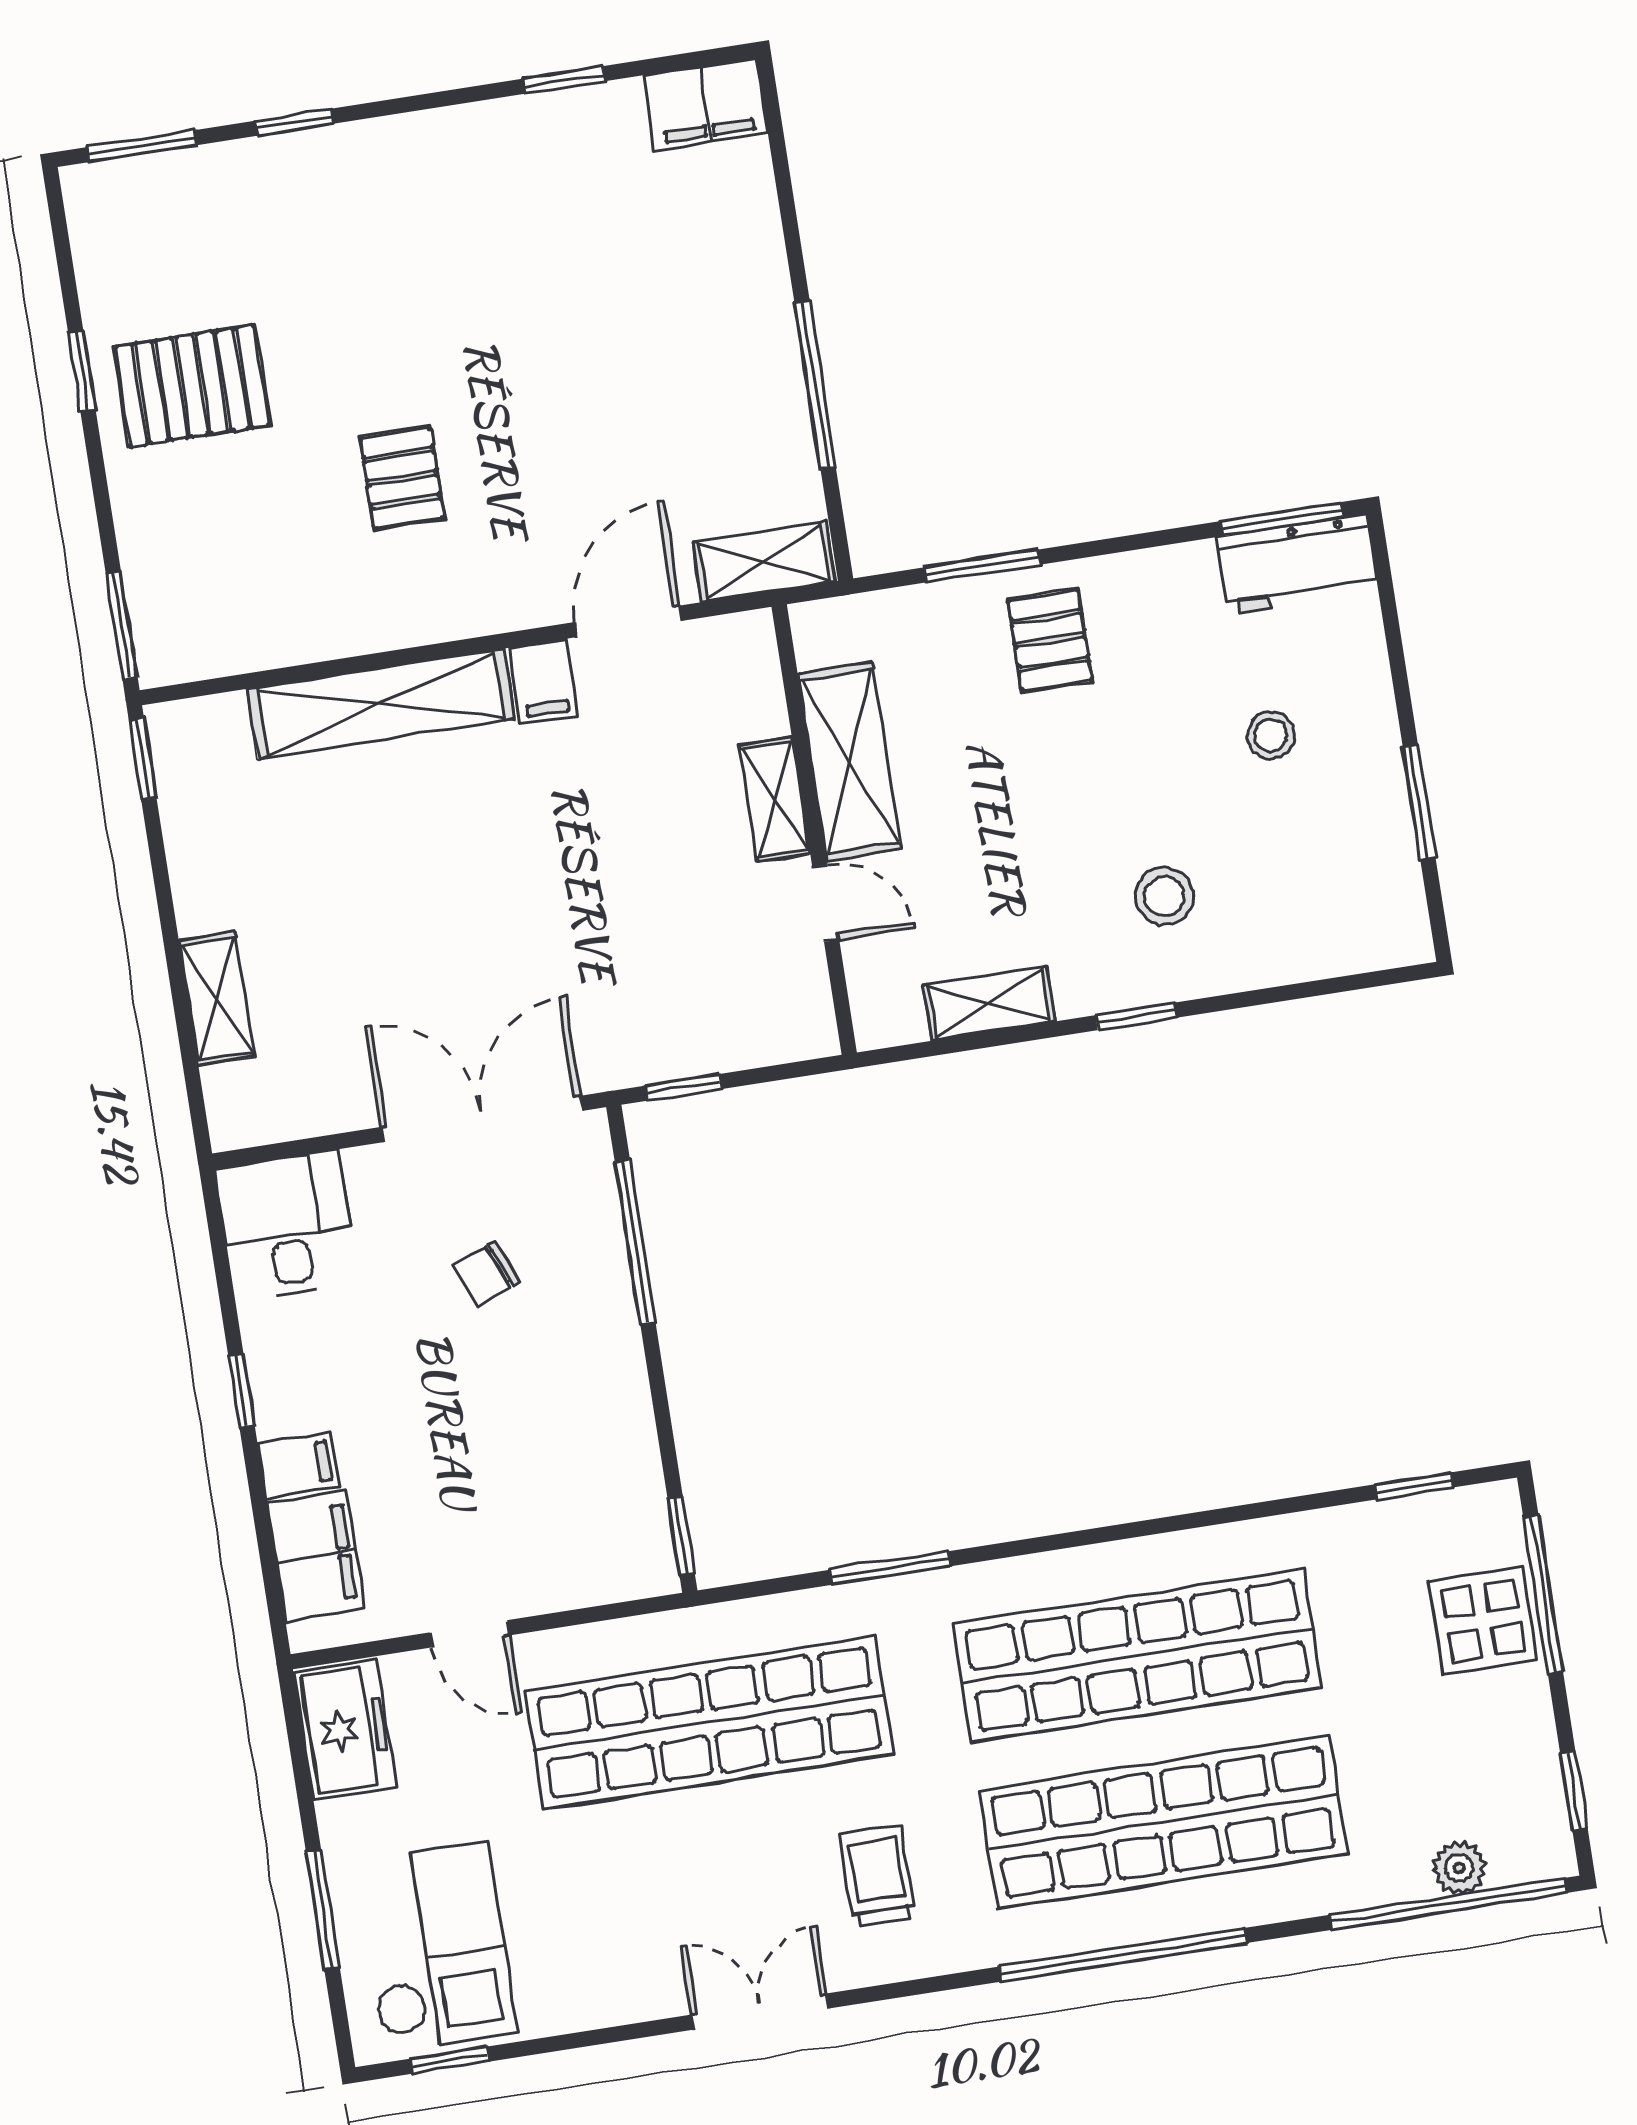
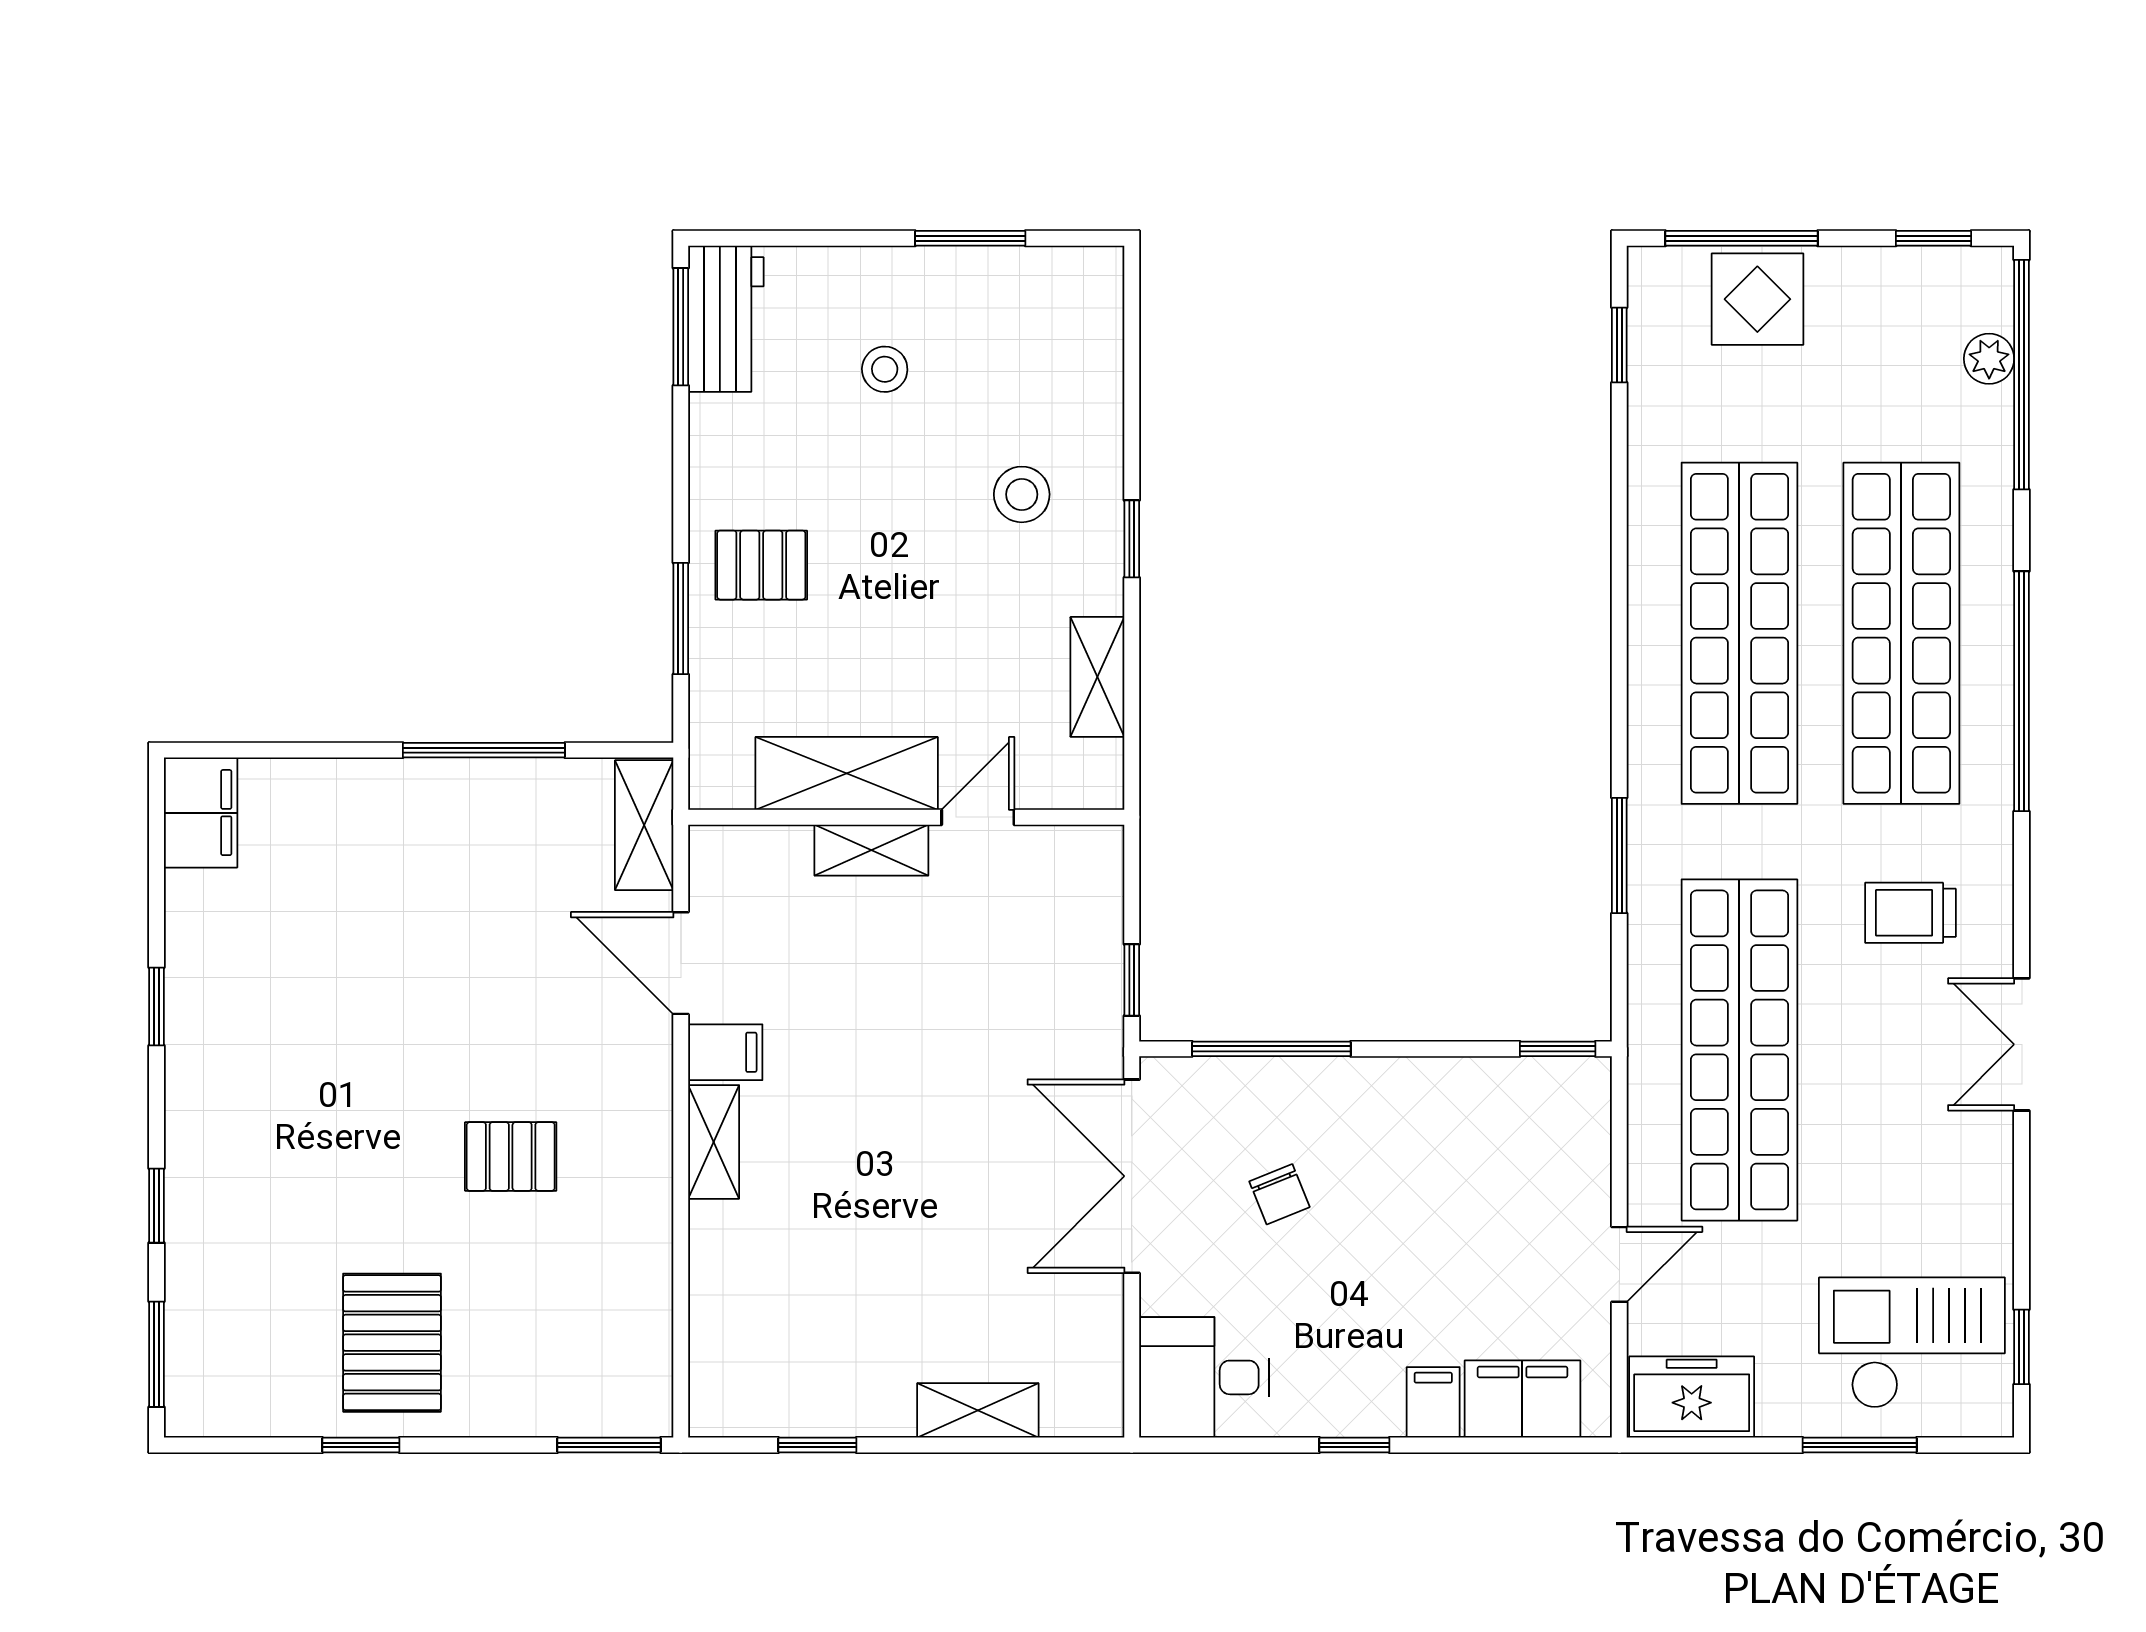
window: (564, 80) -> (157, 1006), moved
shelving: (381, 704) -> (714, 1142), width x0.45, depth x0.75
window: (143, 759) -> (817, 1445), moved

